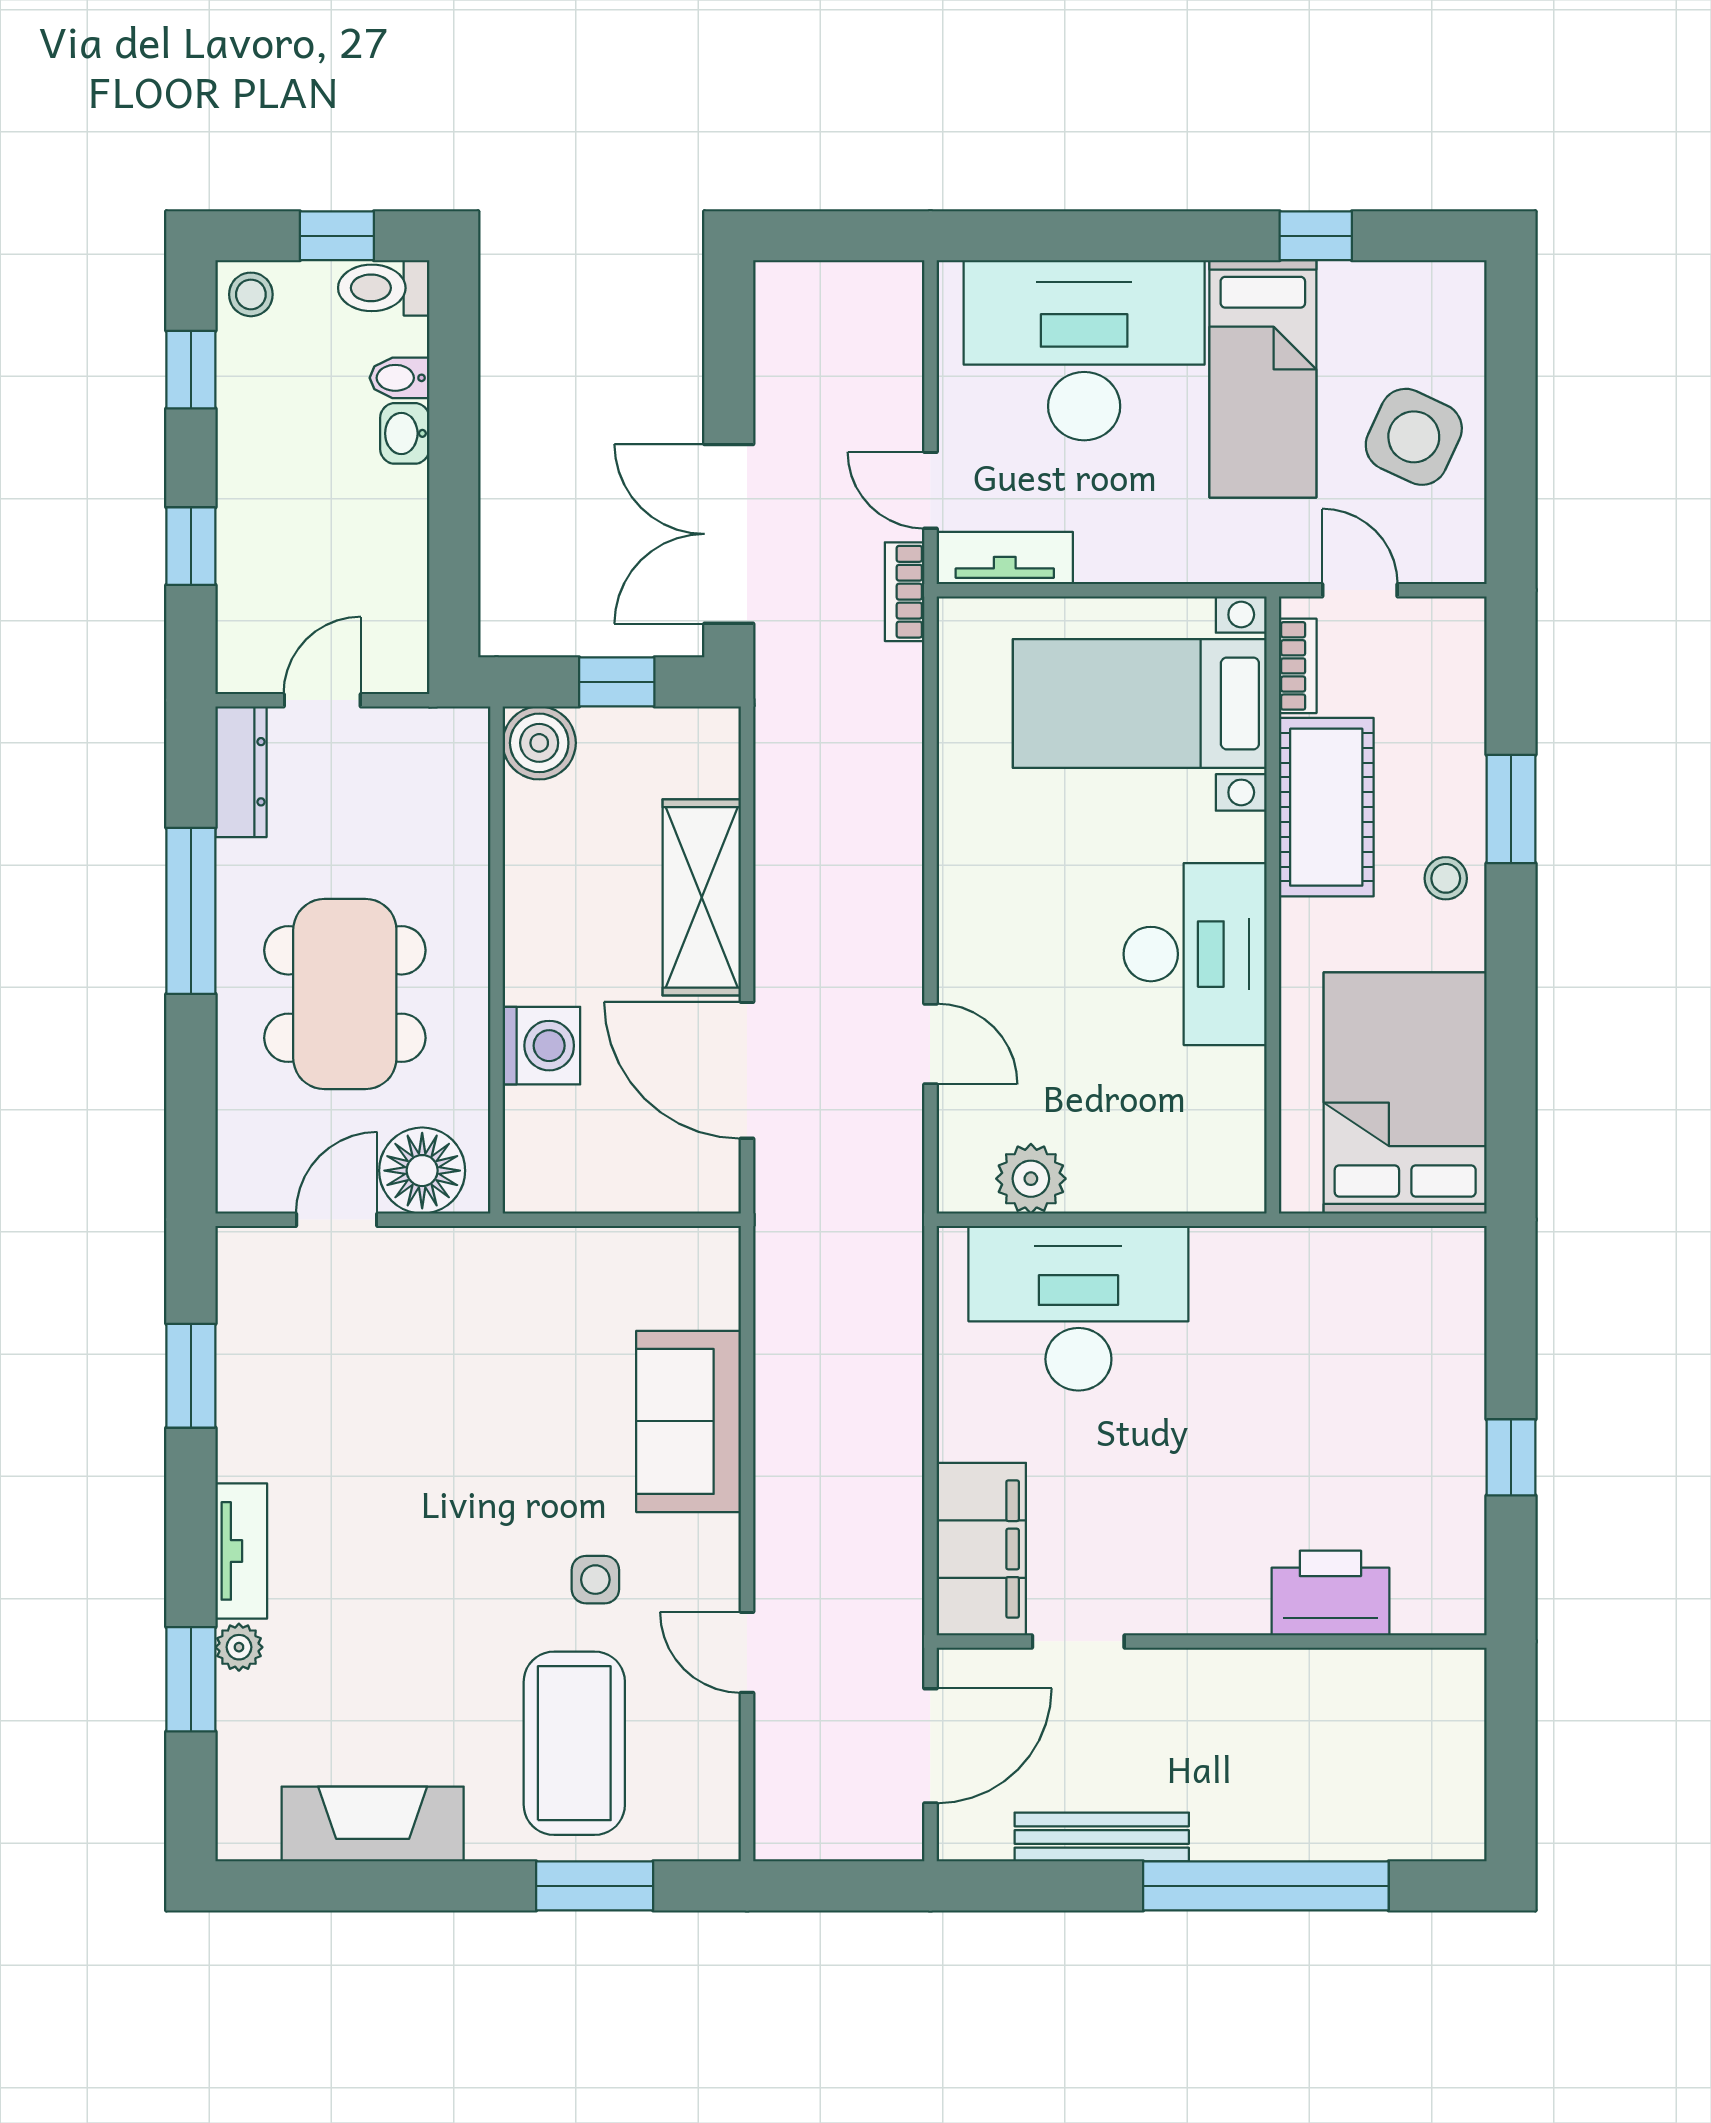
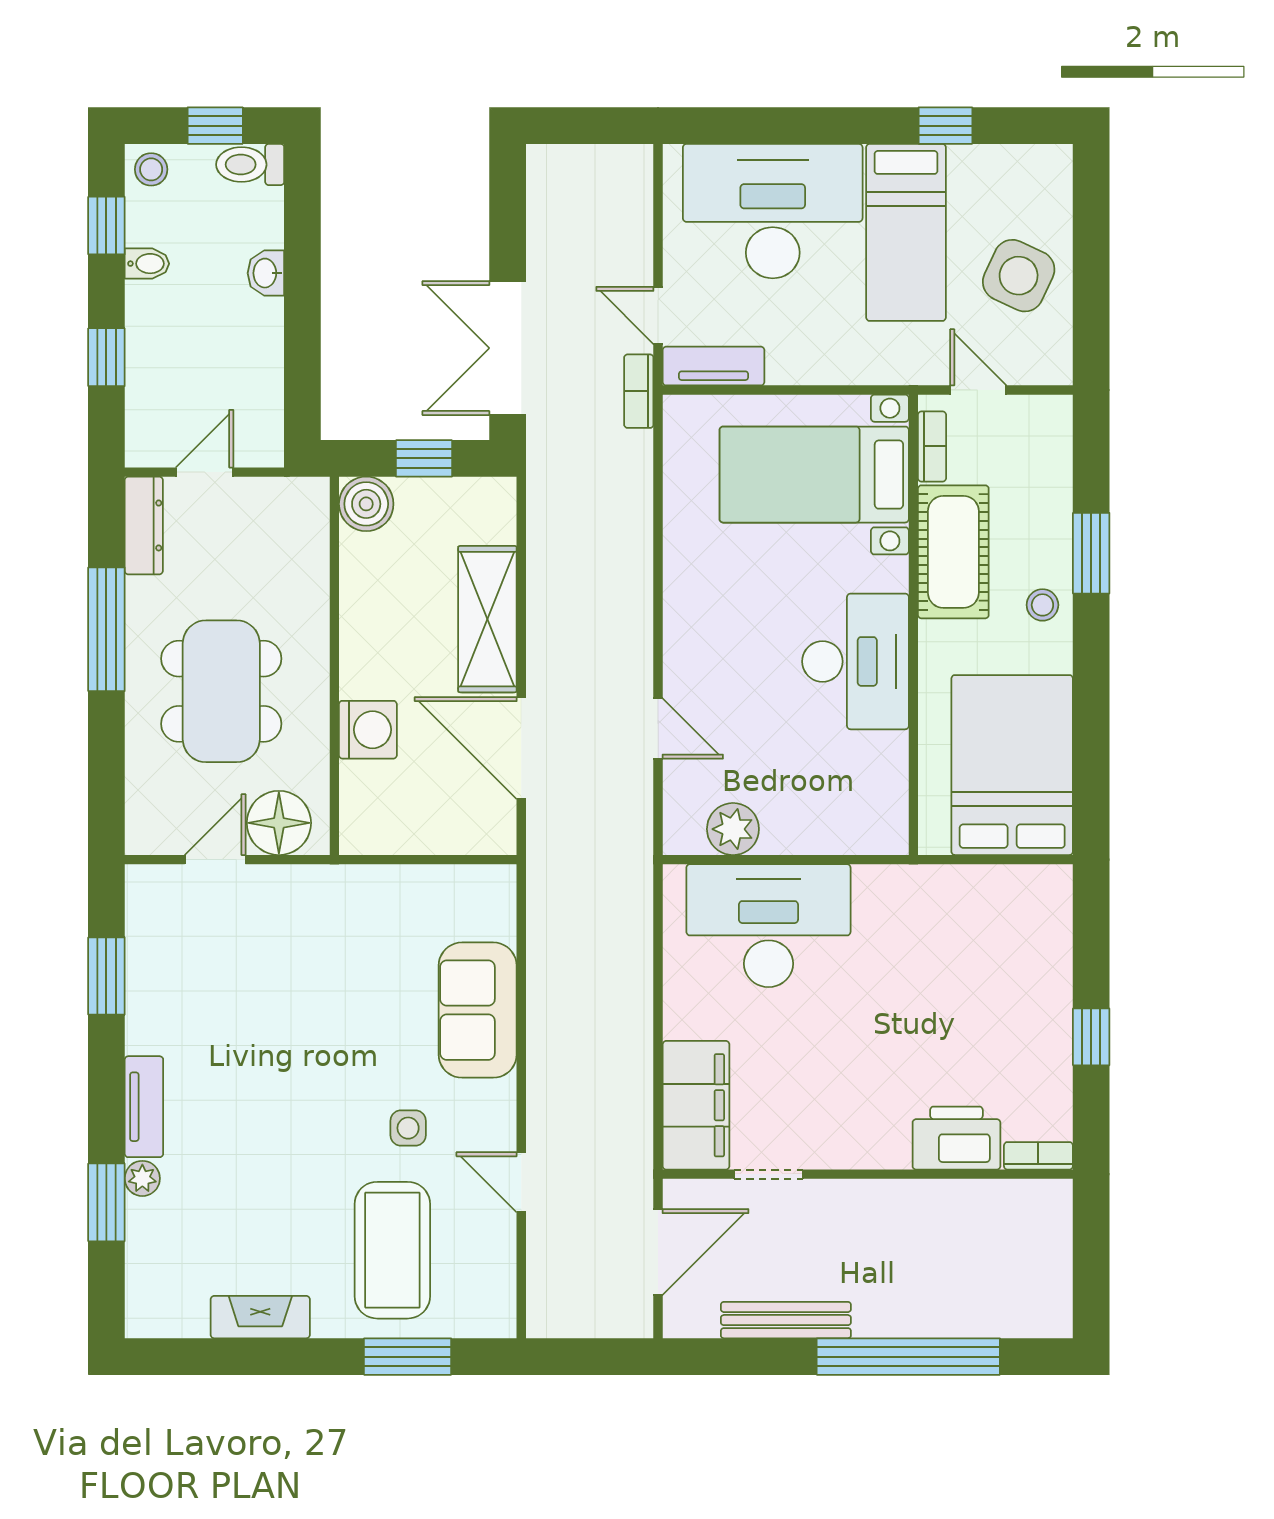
bidet: (399, 378) -> (147, 264), moved, turned 180
bookcase: (1440, 1617) -> (1038, 1156), added
fireplace: (373, 1824) -> (260, 1317), width x0.73, depth x0.76

